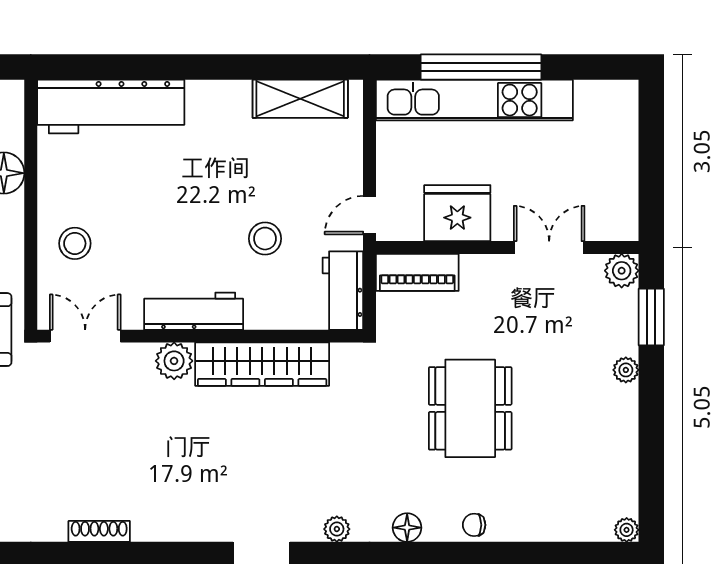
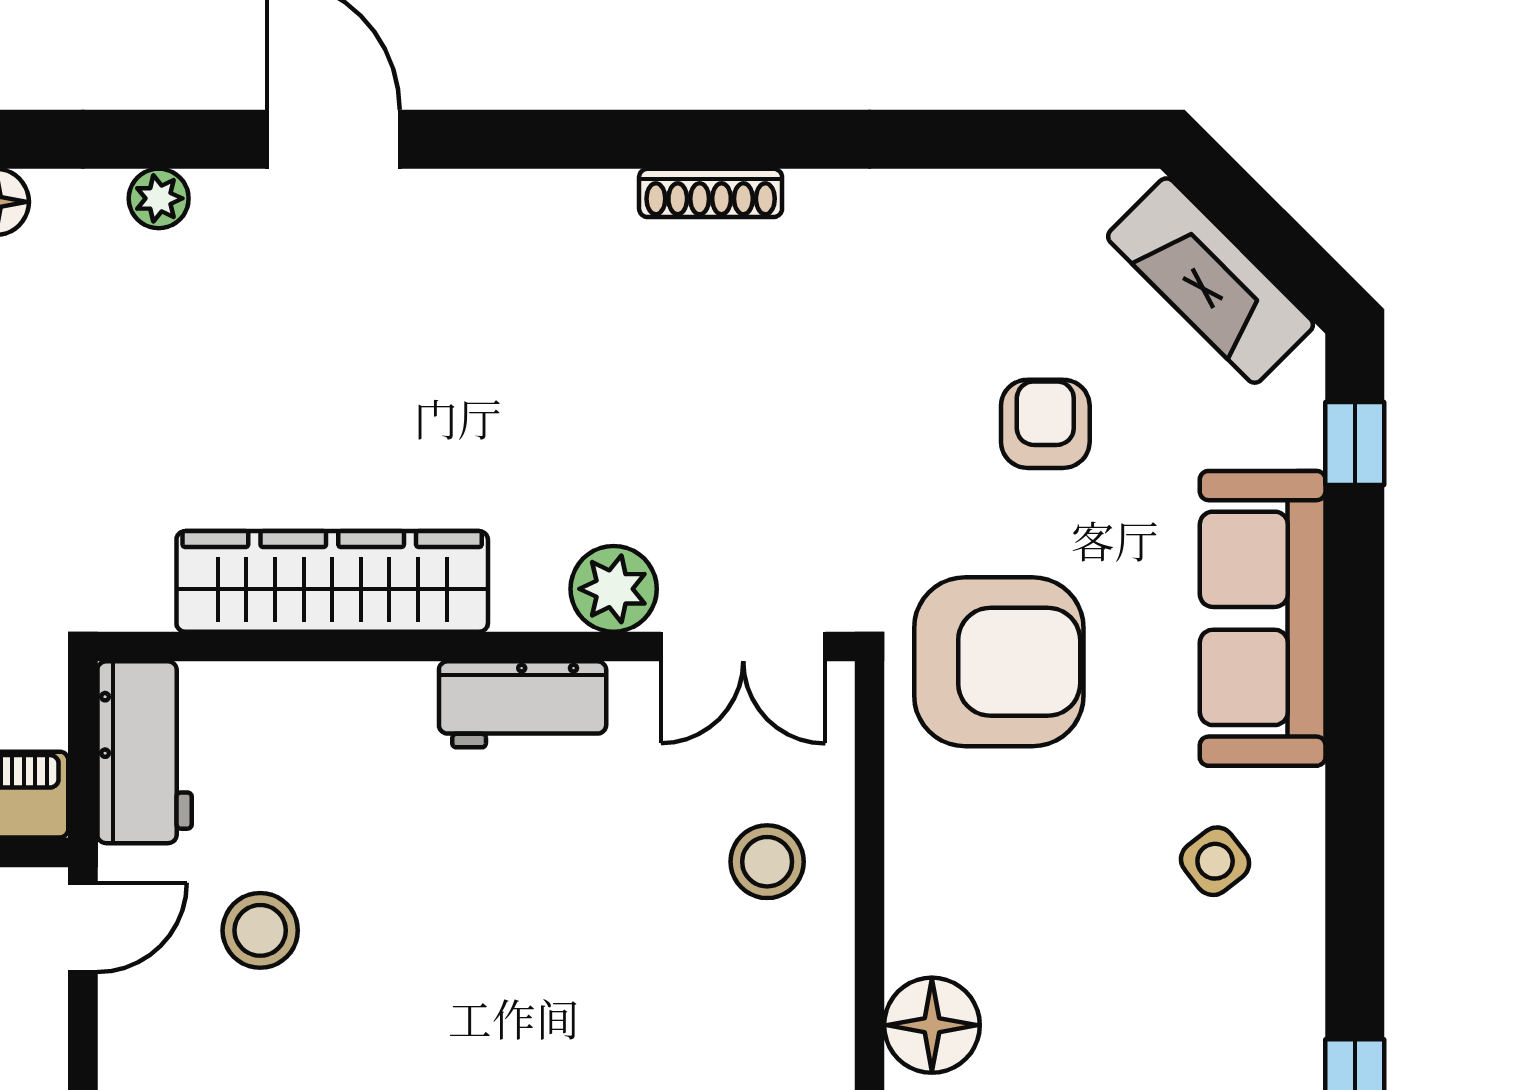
stool: (265, 239) -> (260, 930), moved
workbench: (194, 311) -> (523, 704), width x0.73
plant: (174, 361) -> (614, 589), moved

